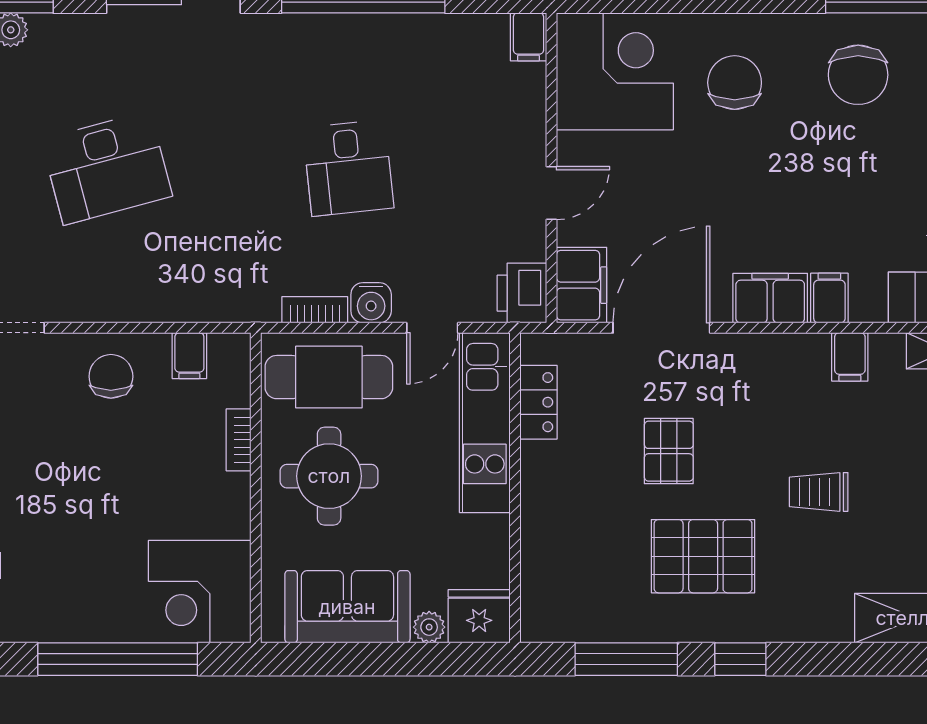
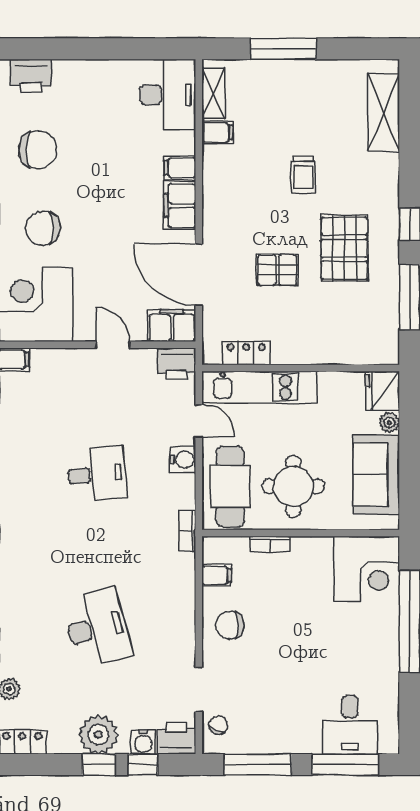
bookcase: (315, 310) -> (187, 531), moved
filing cabinet: (850, 357) -> (217, 132), moved

